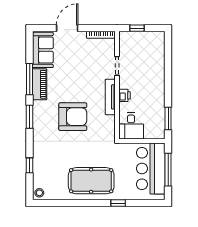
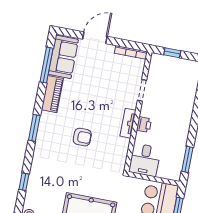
window: (30, 79) -> (46, 65), moved
tv unit: (110, 97) -> (128, 123), width x0.71
armchair: (73, 117) -> (82, 137), width x0.53, depth x0.53

